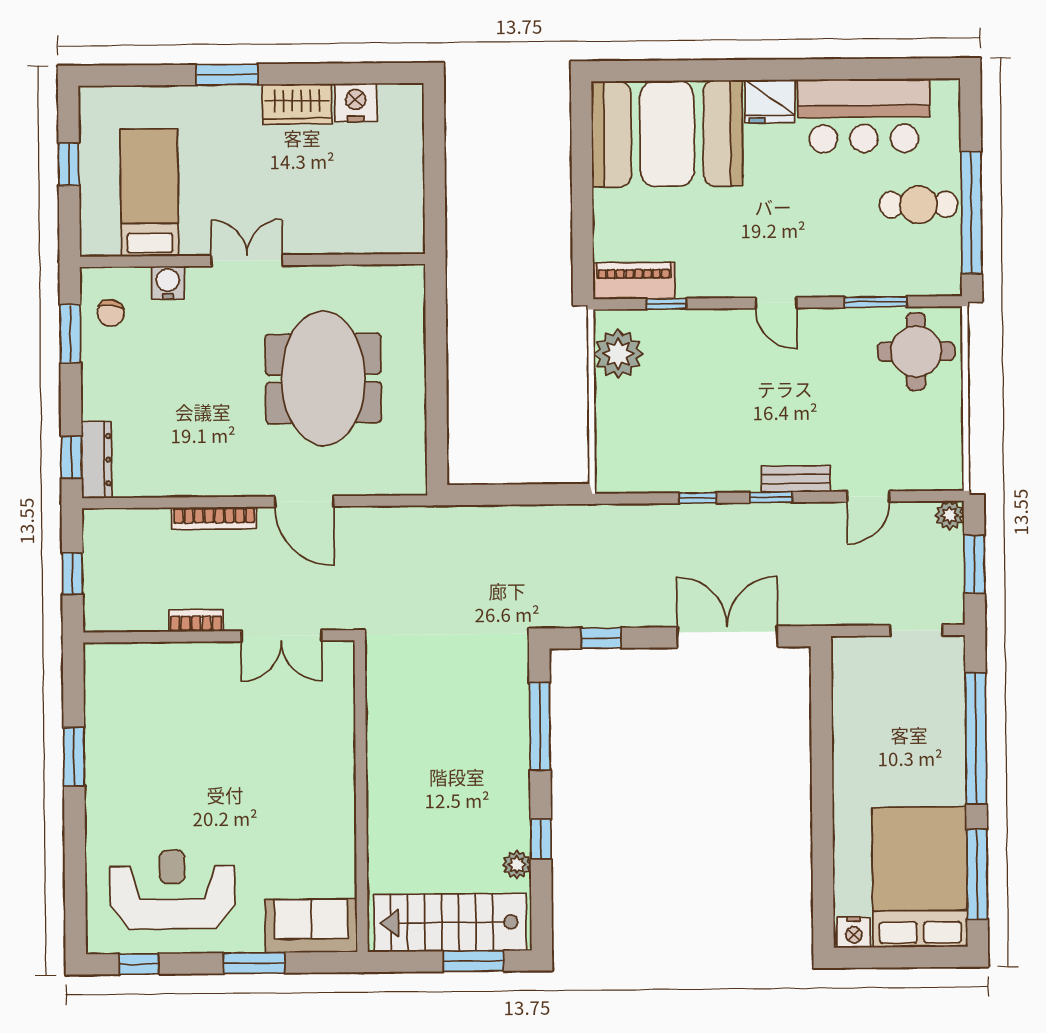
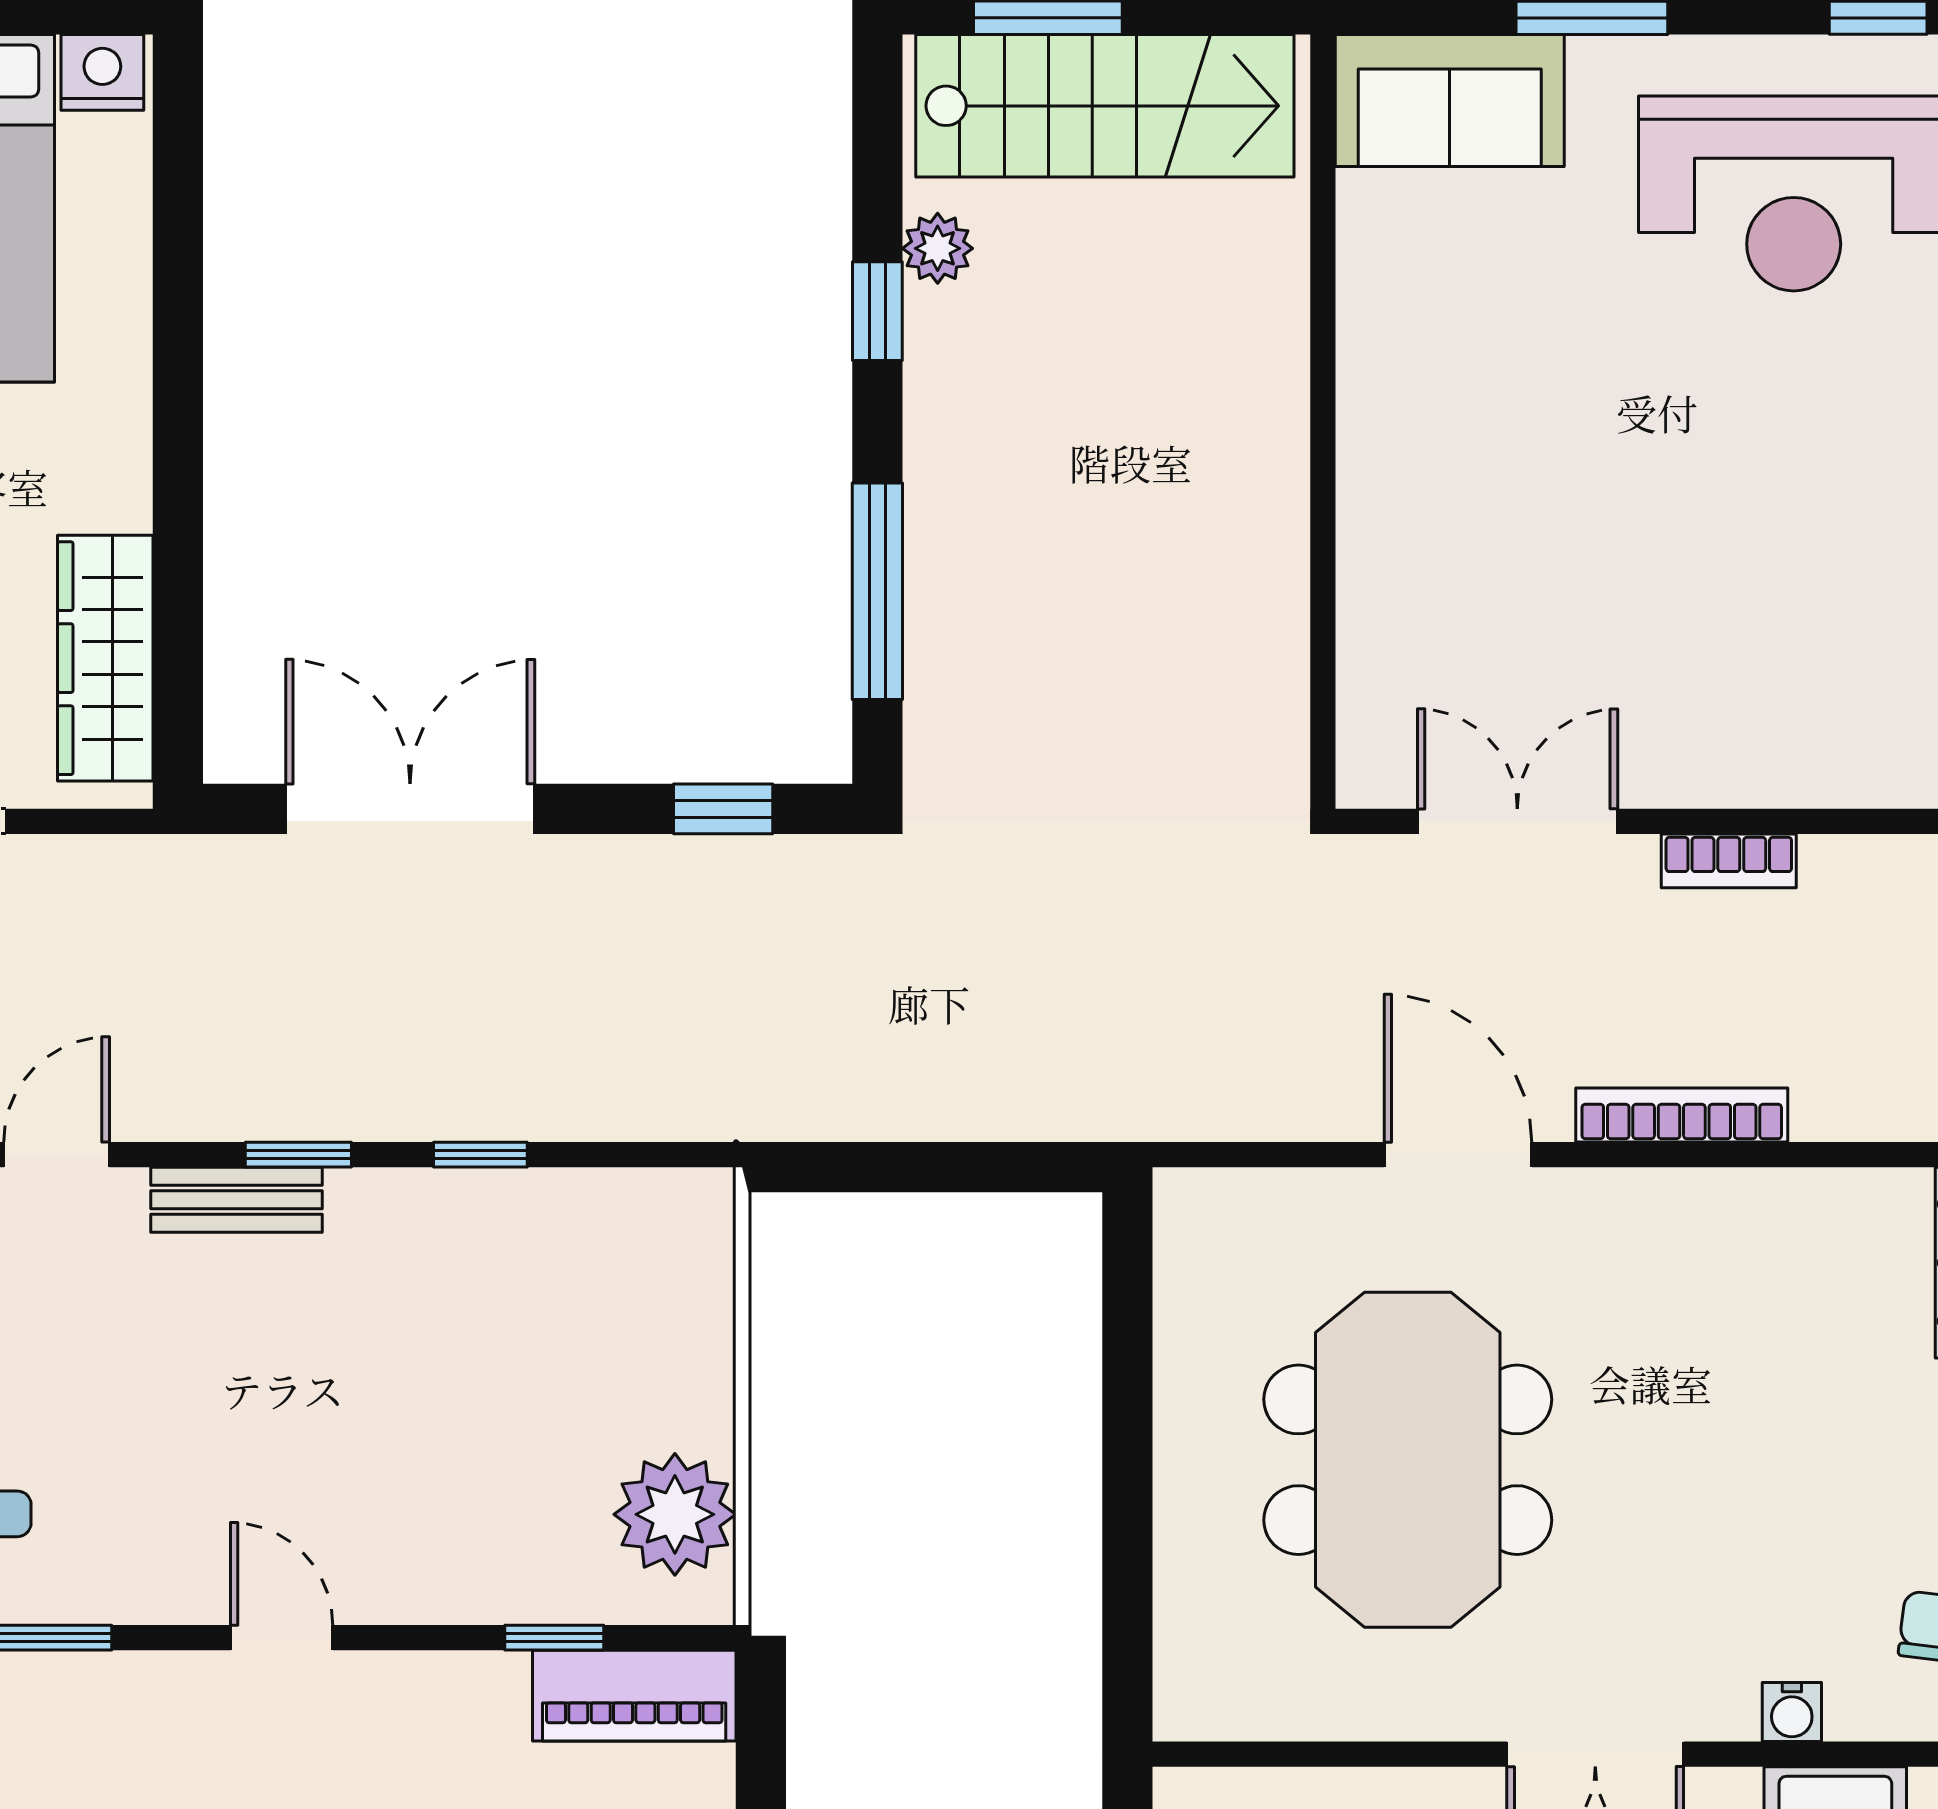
water cooler: (168, 283) -> (1792, 1712), width x0.72, depth x0.72
double door: (727, 637) -> (410, 809), swing flipped
wardrobe: (851, 697) -> (105, 658), added

